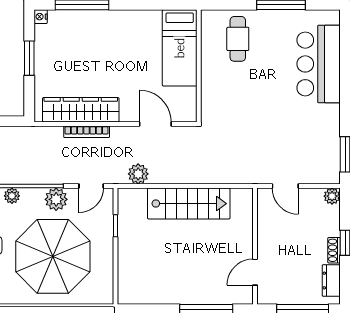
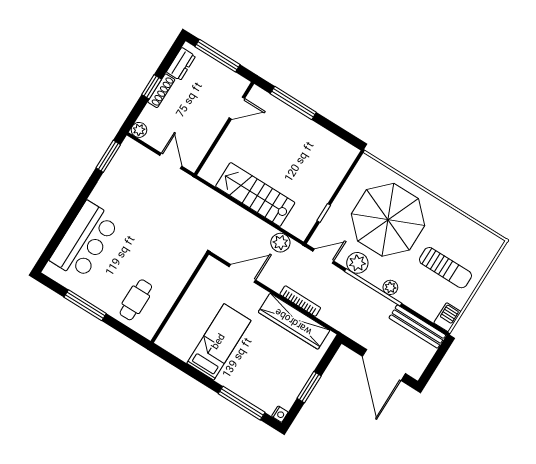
bed: (180, 48) -> (219, 342), moved
door: (155, 124) -> (242, 273), swing flipped
shoe rack: (334, 250) -> (161, 91), width x1.43

